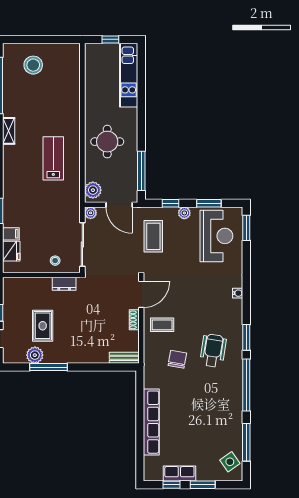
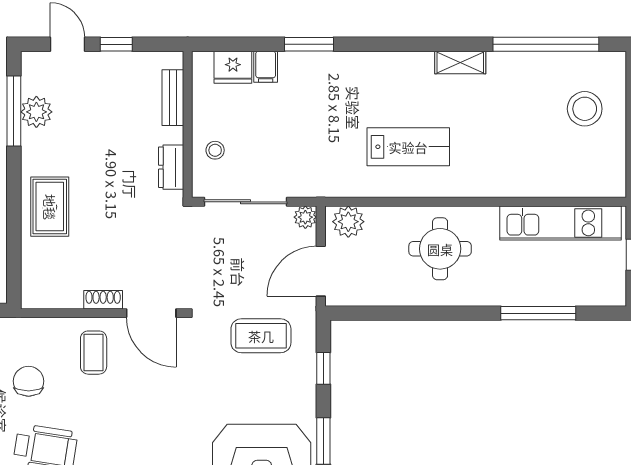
kitchen unit: (129, 75) -> (560, 223), moved, turned 180
window: (141, 171) -> (538, 313), moved
plant: (184, 213) -> (305, 395), removed
rug: (43, 326) -> (50, 207), moved, turned 90
bench: (124, 358) -> (173, 98), moved
chair: (177, 359) -> (29, 381), turned -100
window: (48, 367) -> (14, 111), moved

